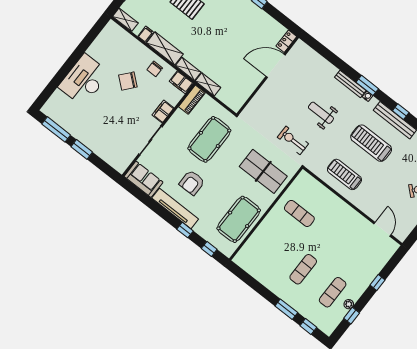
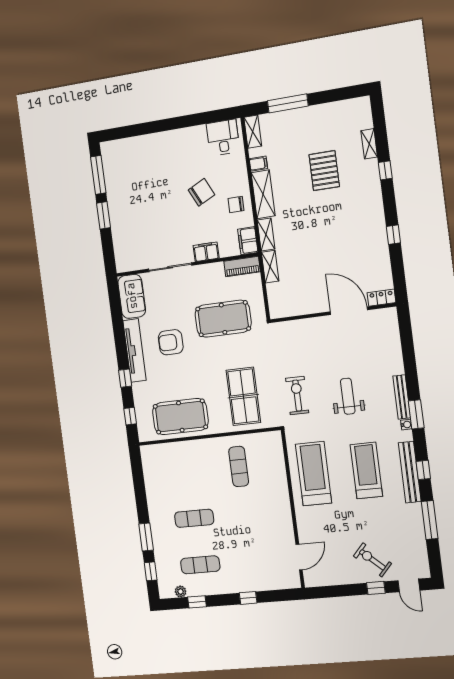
desk: (84, 80) -> (223, 138), moved, width x0.53, depth x0.77
chair: (128, 81) -> (201, 192), turned 114
treadmill: (344, 174) -> (313, 474), width x1.37, depth x1.38
plant: (349, 304) -> (181, 592), moved

